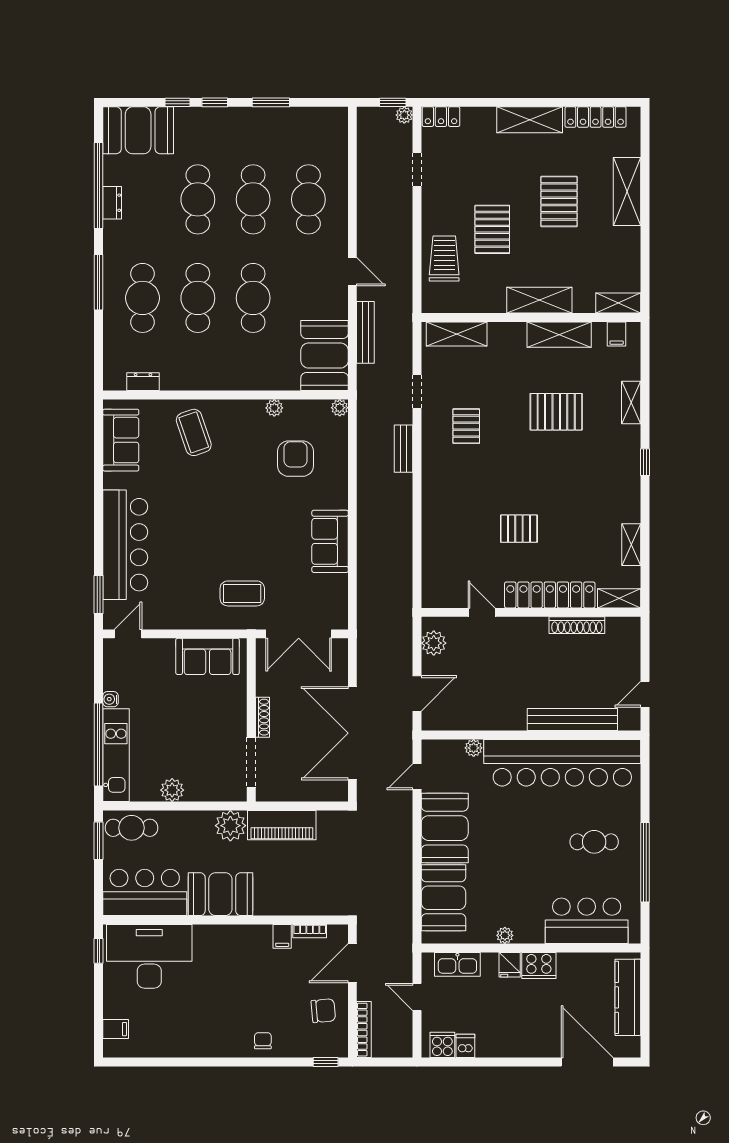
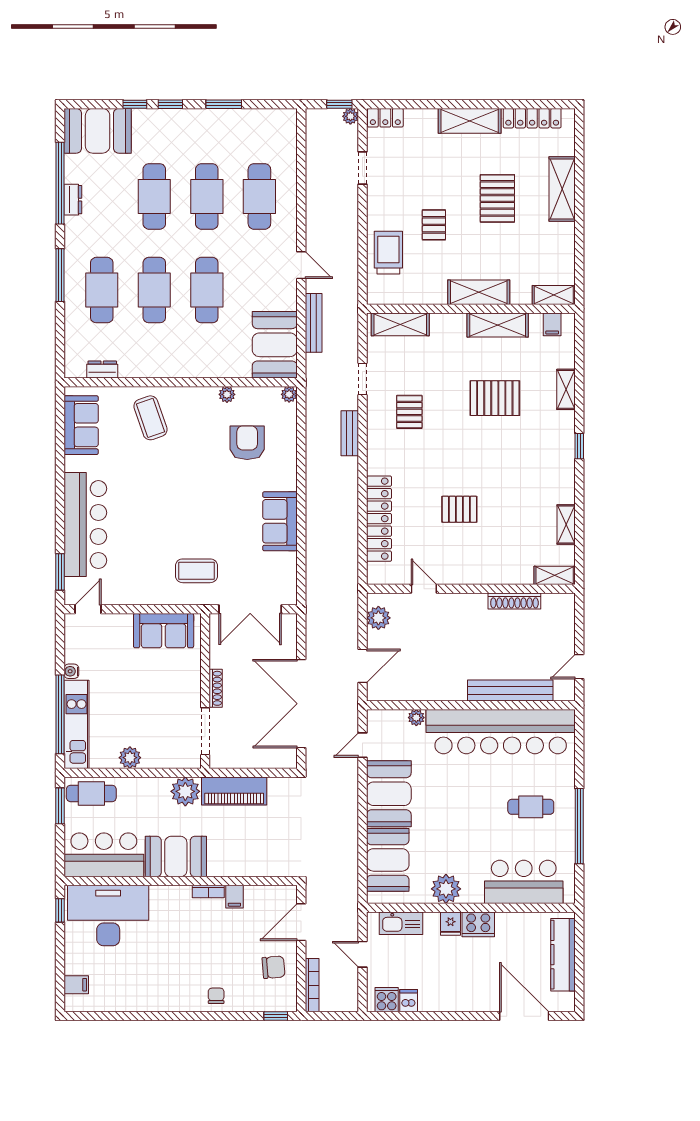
pallet: (492, 229) -> (434, 225), width x0.67, depth x0.71
locker: (550, 595) -> (379, 519), moved, turned 90
bookcase: (310, 931) -> (208, 892), moved
plant: (505, 935) -> (446, 889), width x1.88, depth x1.88

